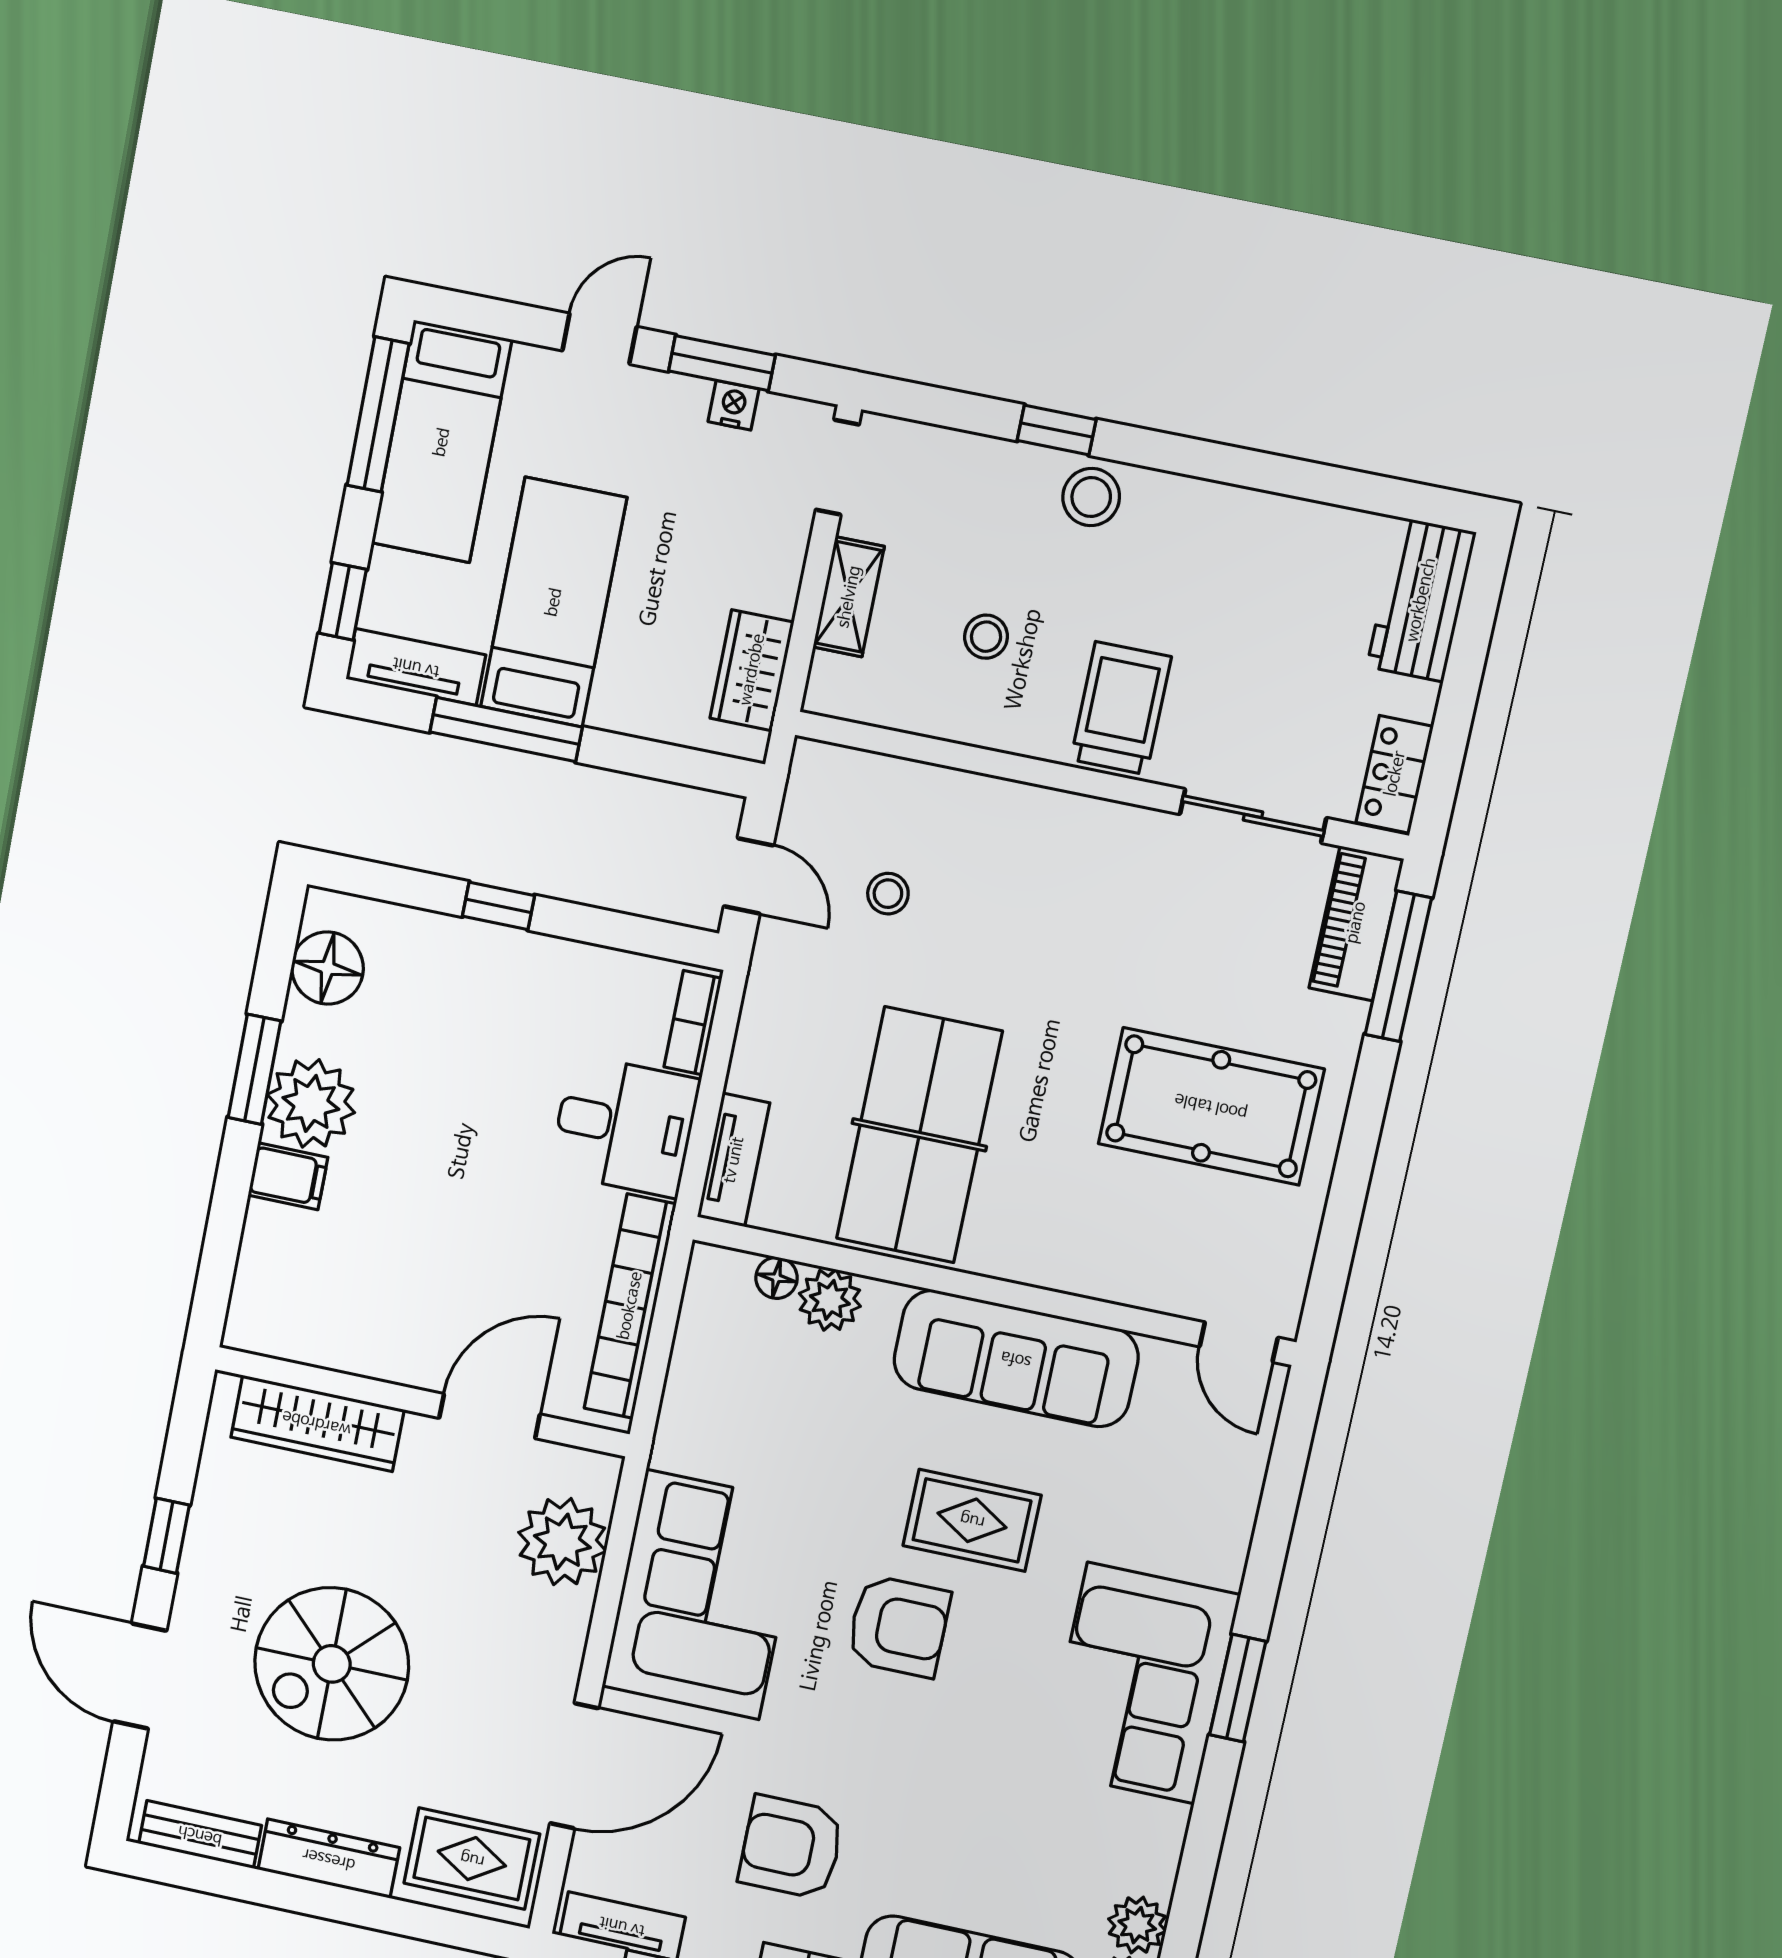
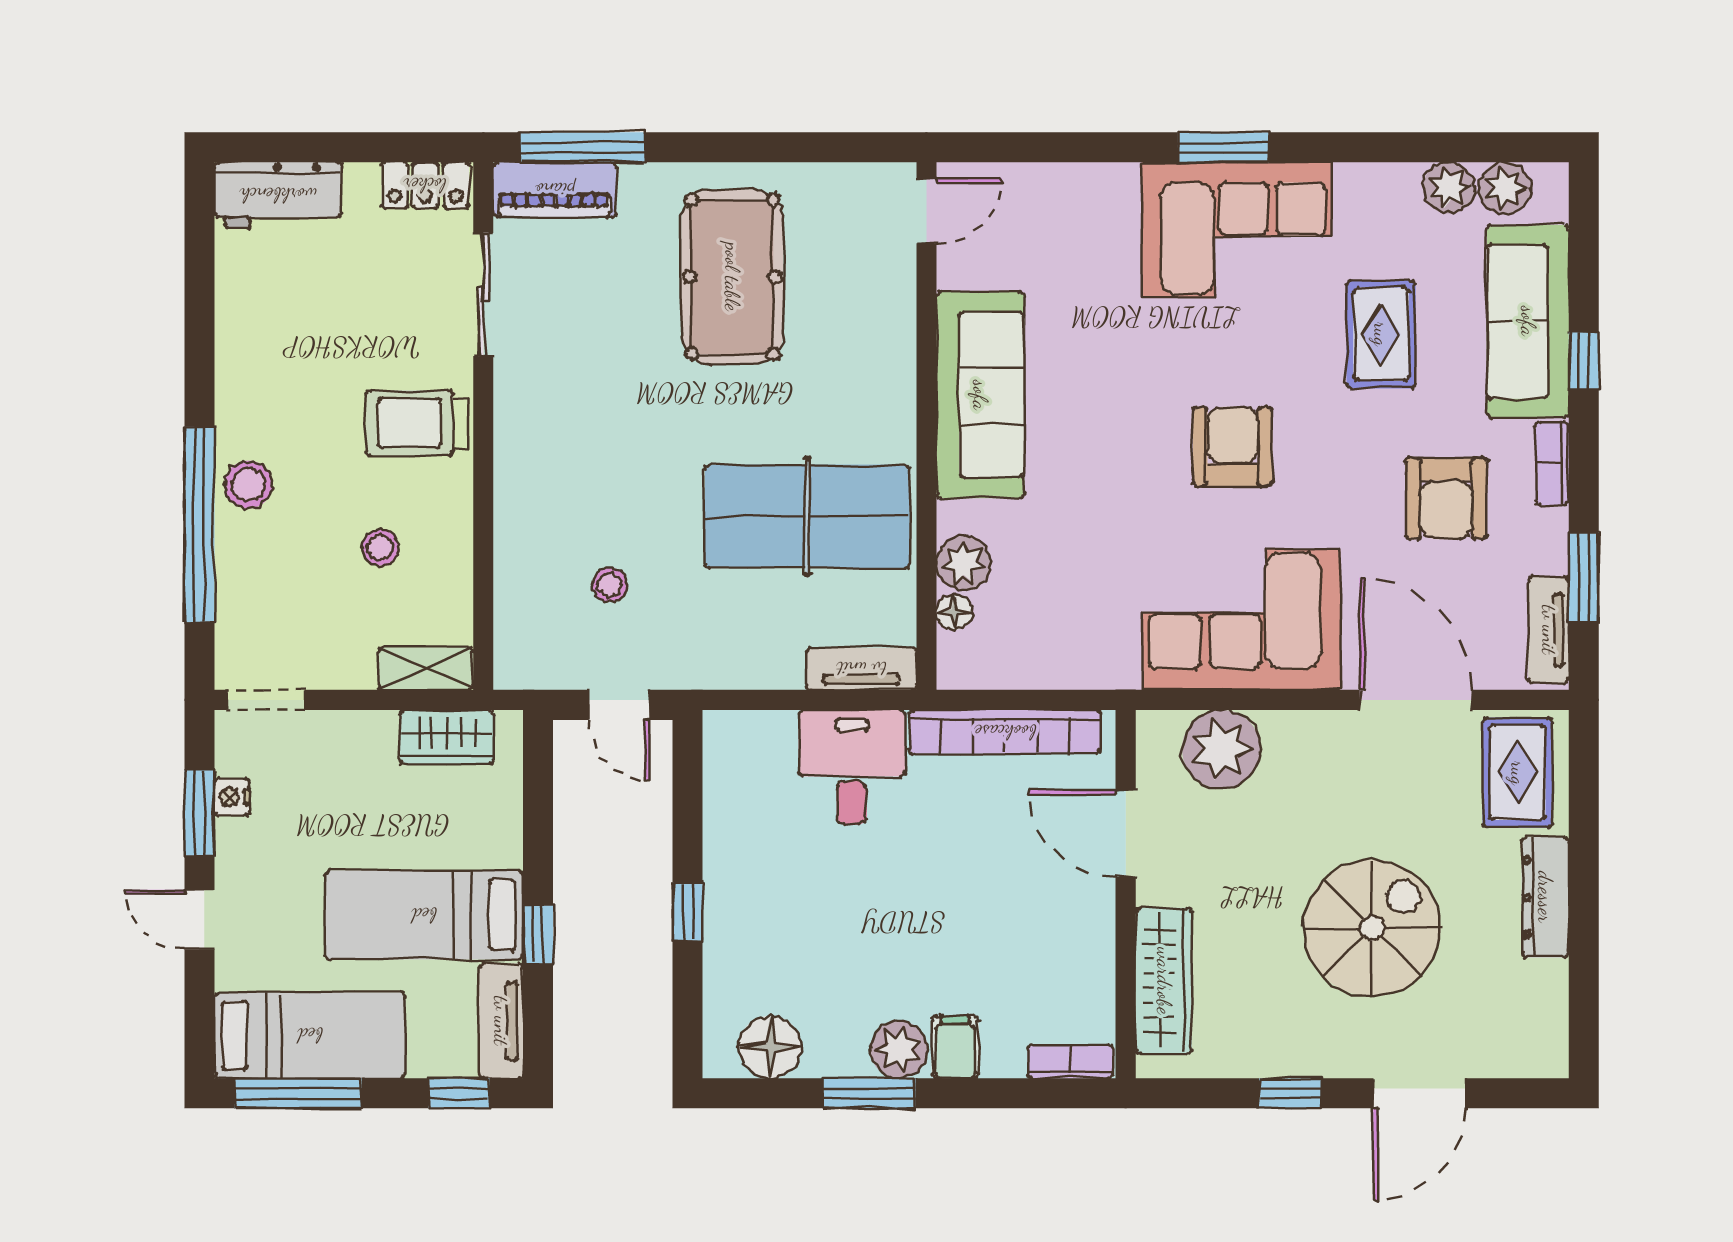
window: (1057, 430) -> (199, 525), width x3.17
shelving: (849, 597) -> (426, 669), moved
window: (506, 730) -> (538, 934), width x0.46
door: (749, 876) -> (619, 705), swing flipped
bookcase: (693, 1023) -> (1070, 1061), moved, turned 180
plant: (311, 1103) -> (899, 1050), width x0.73, depth x0.73
rug: (972, 1520) -> (1381, 334), moved
spiral stairs: (332, 1664) -> (1372, 928), turned -90
bench: (200, 1835) -> (1549, 1014), removed

